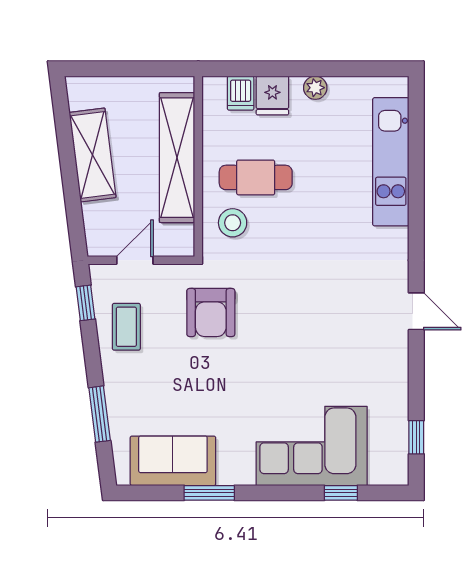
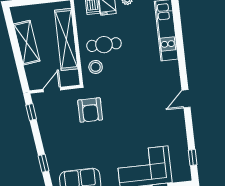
door: (416, 311) -> (186, 99), swing flipped
coffee table: (126, 327) -> (51, 121), removed
window: (100, 414) -> (43, 163), width x0.67

